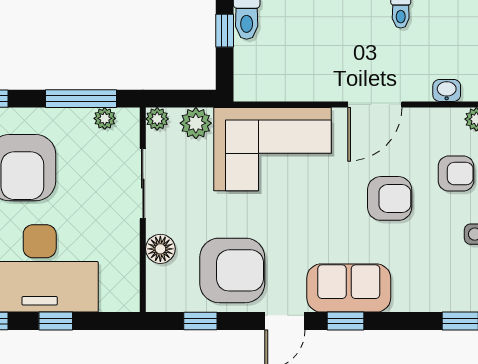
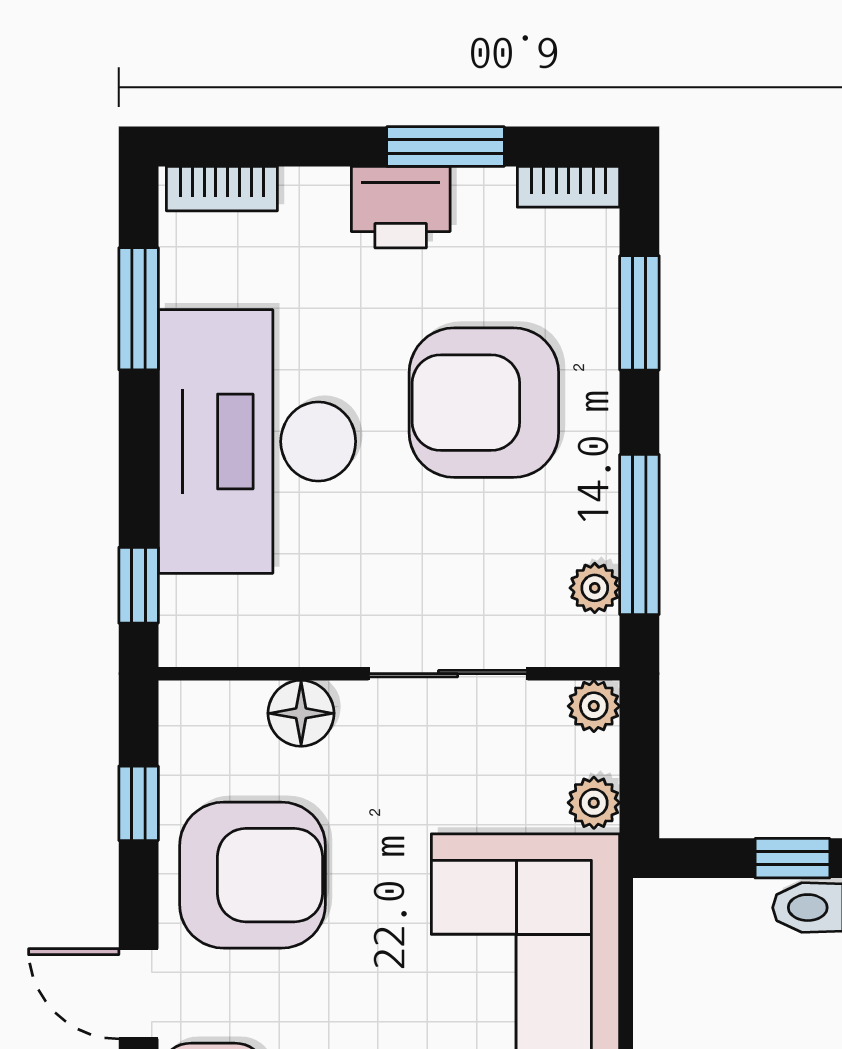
plant: (196, 123) -> (594, 803), width x0.73, depth x0.73
armchair: (232, 270) -> (253, 875), turned -90
window: (56, 321) -> (139, 585), moved

